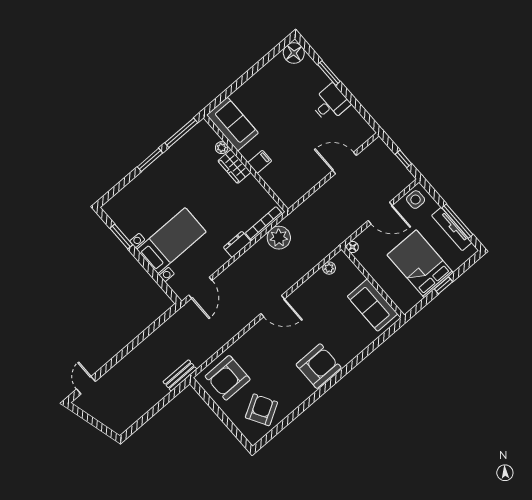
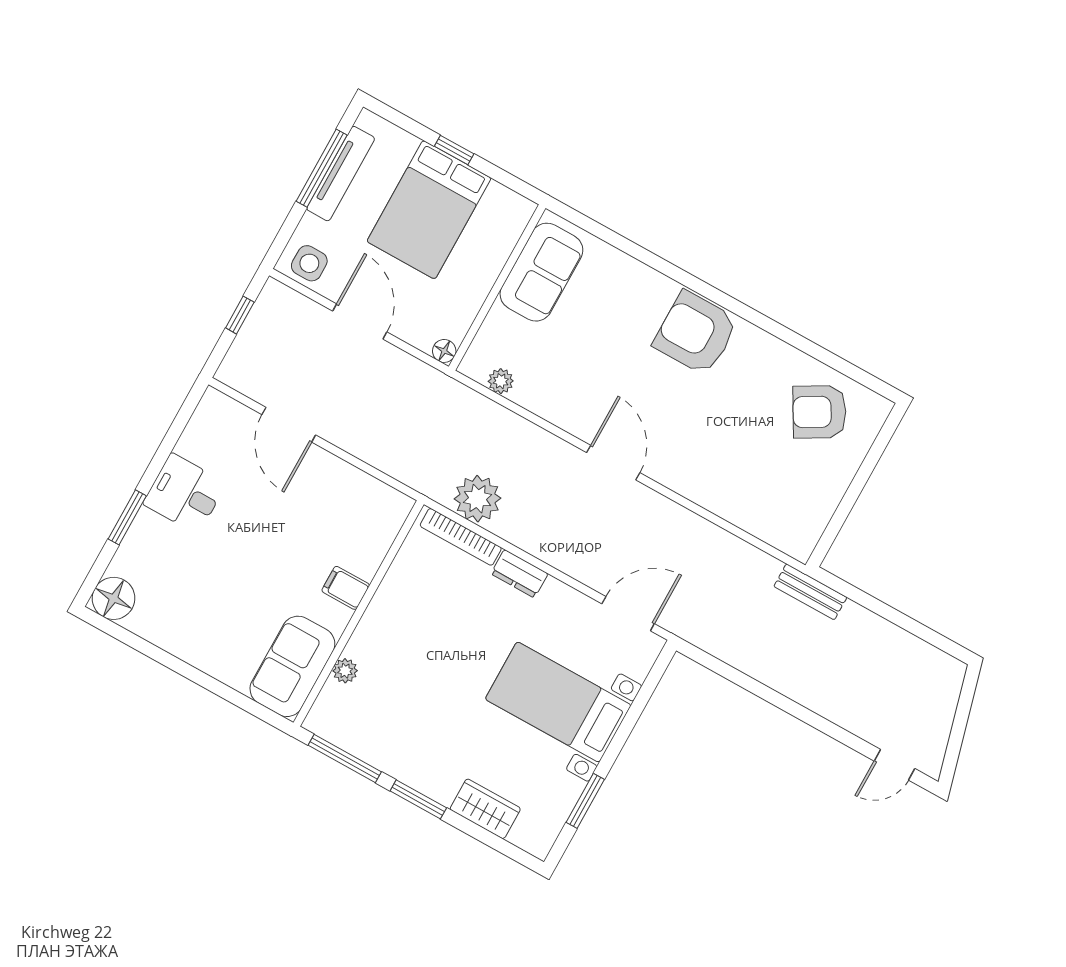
wardrobe: (234, 167) -> (485, 809), moved, turned -90
armchair: (228, 378) -> (782, 499), removed

